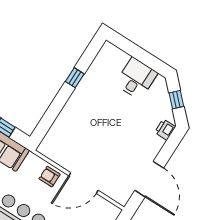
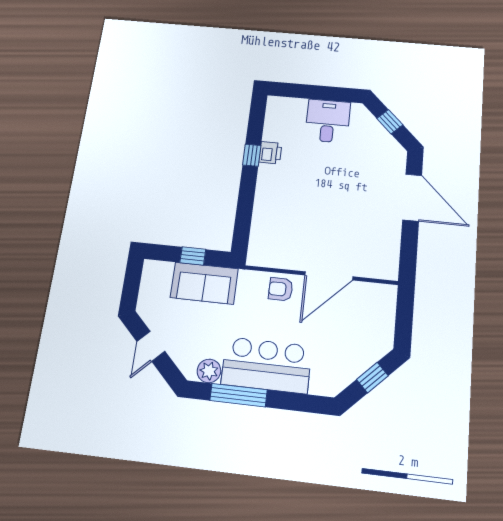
printer: (165, 130) -> (270, 153), moved, turned 180
door: (149, 179) -> (412, 198), moved

